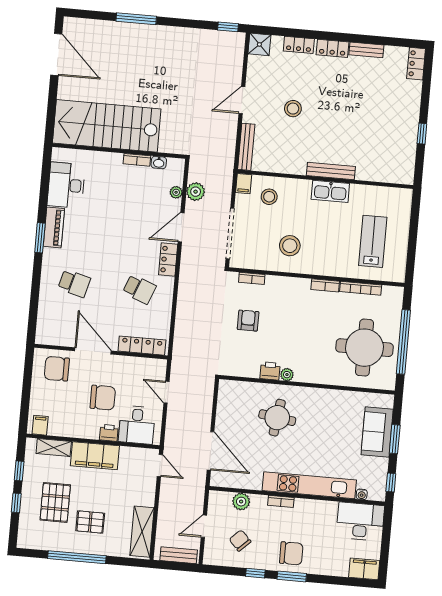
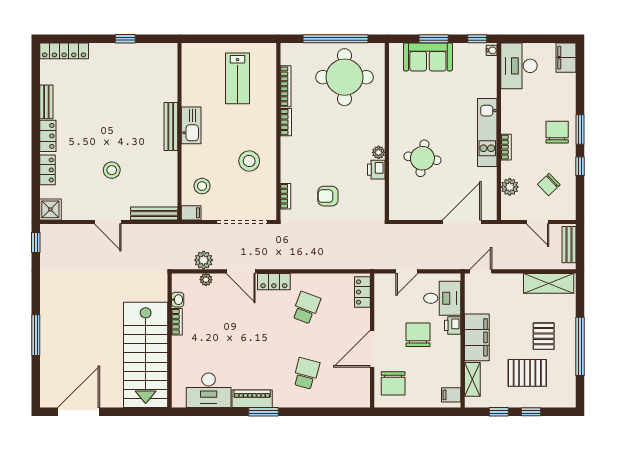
locker: (416, 64) -> (64, 51), width x1.53
lab bench: (373, 241) -> (238, 78), turned -90
locker: (142, 346) -> (362, 292), width x0.66
kitchen unit: (309, 485) -> (487, 133), width x0.73
water cooler: (362, 494) -> (492, 50), moved

